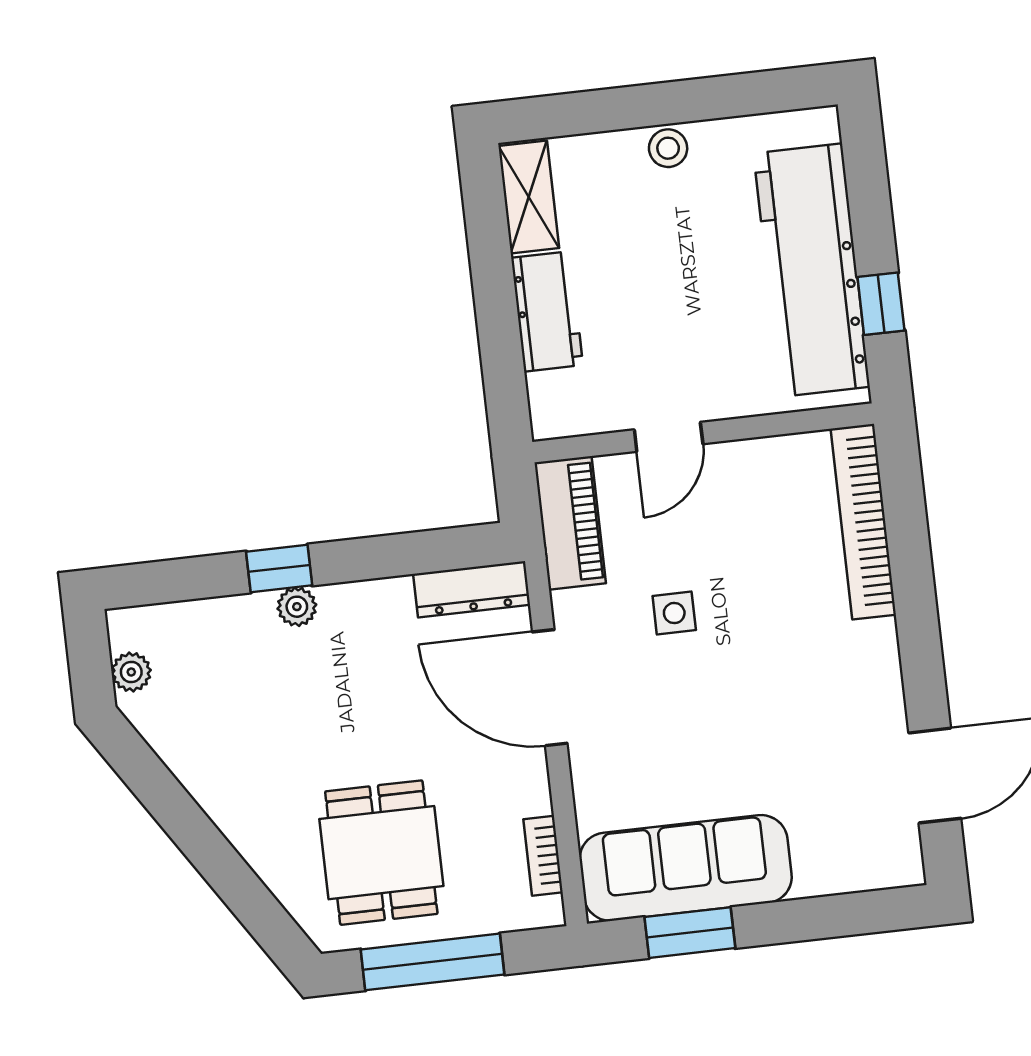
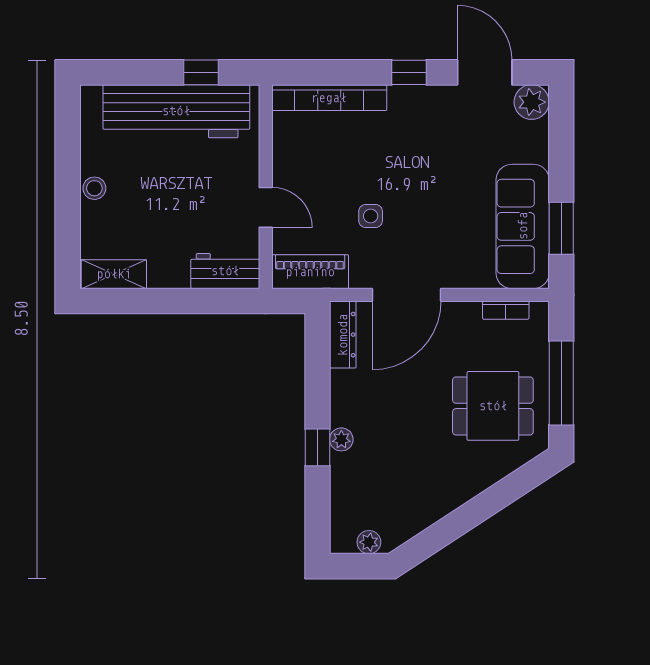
workbench: (547, 311) -> (225, 271), moved
window: (920, 650) -> (409, 72), added
plant: (894, 859) -> (532, 102), added

